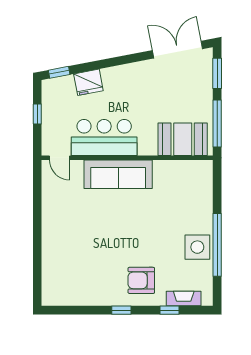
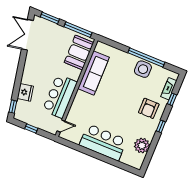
sofa: (118, 174) -> (94, 73), moved
bar counter: (61, 232) -> (103, 142), added
plant: (80, 293) -> (142, 146), added

